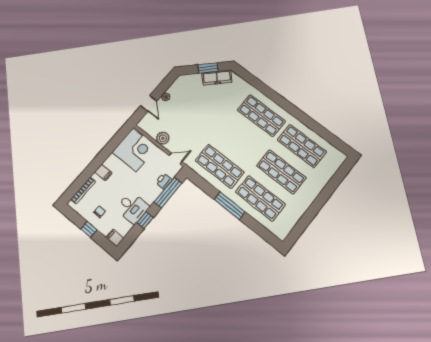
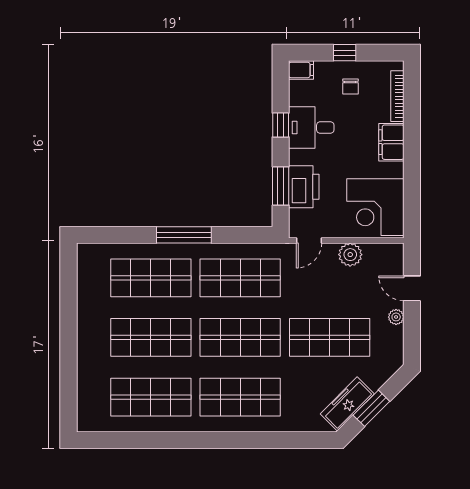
shop shelf: (201, 110) -> (330, 337), added
shop shelf: (241, 141) -> (240, 337), added
filing cabinet: (103, 172) -> (391, 142), width x2.00
printer: (164, 181) -> (304, 187), width x1.87, depth x1.48
window: (168, 193) -> (281, 186), width x0.69

